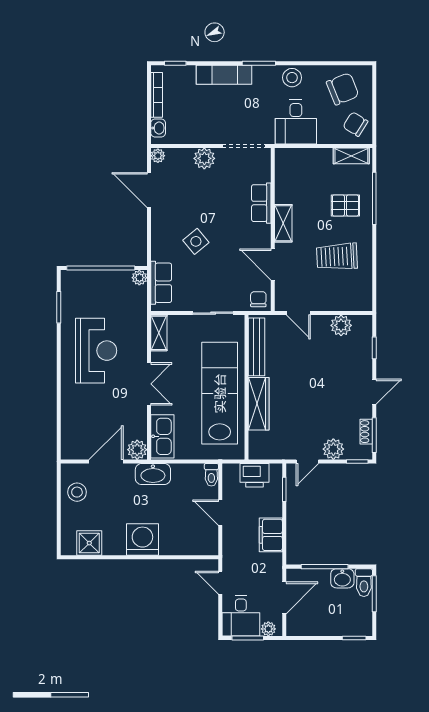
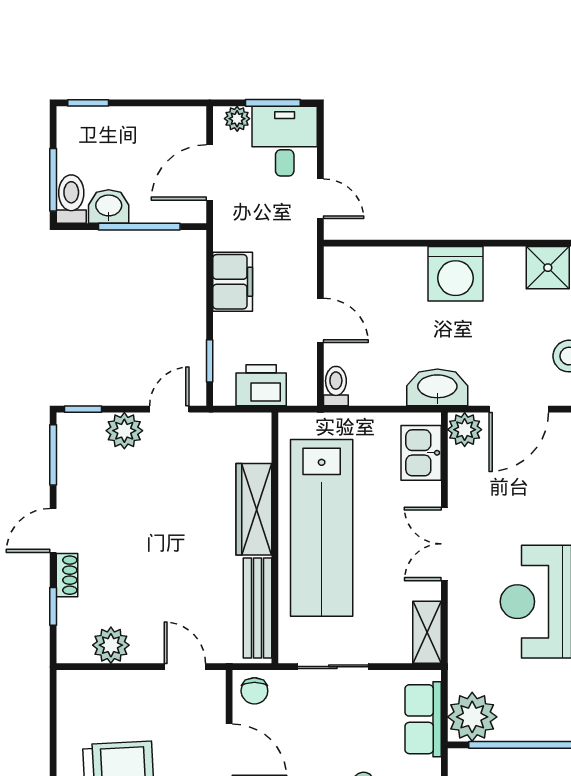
plant: (139, 278) -> (472, 717), width x1.87, depth x1.87
shoe rack: (366, 432) -> (67, 575), moved
kitchen sink: (162, 436) -> (421, 453), width x0.73

